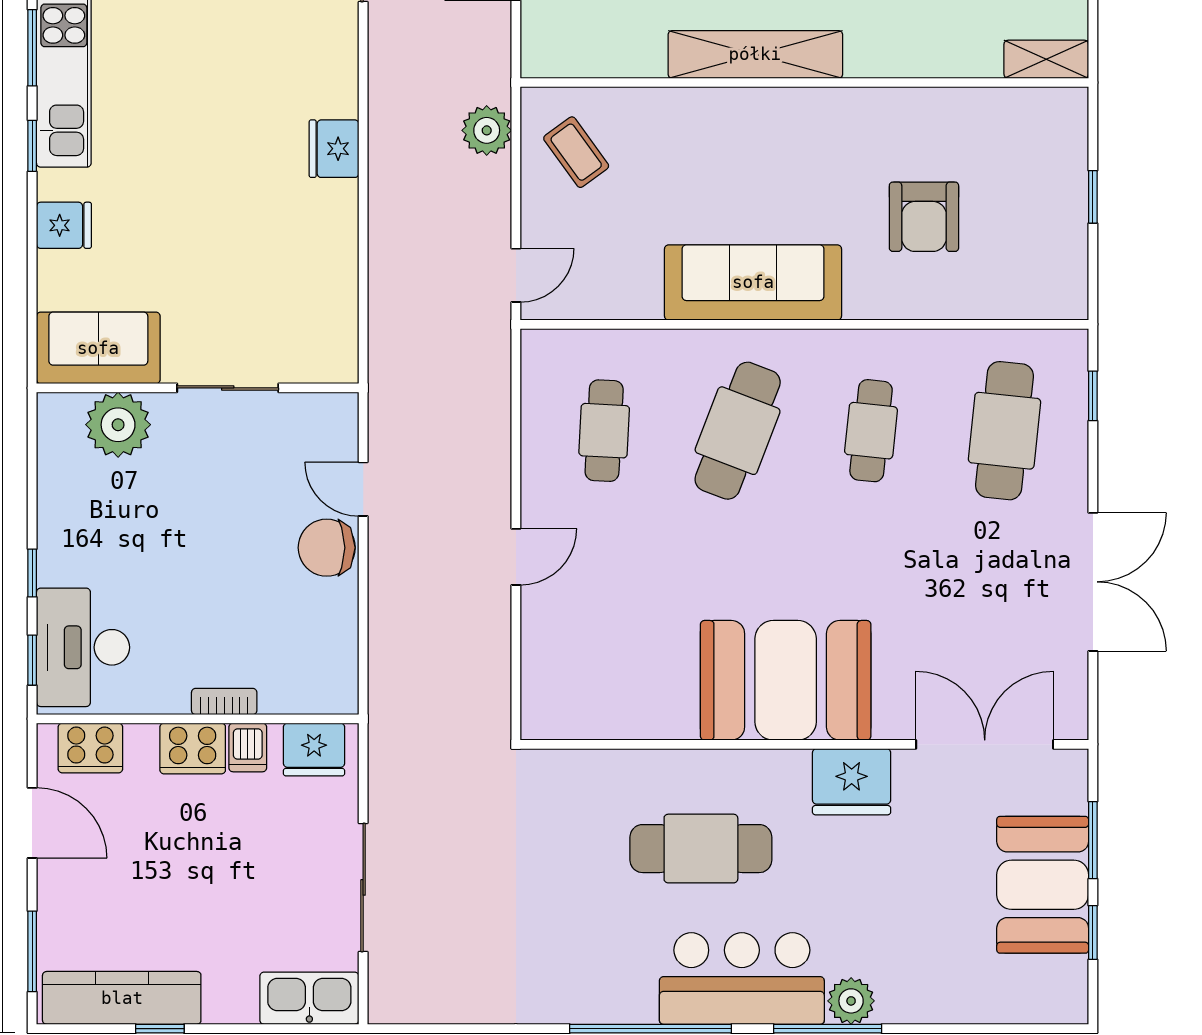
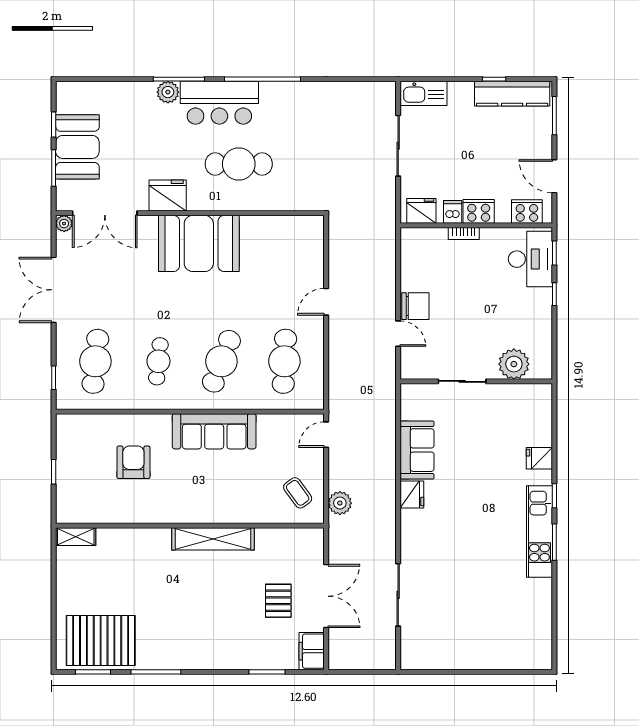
sofa: (98, 348) -> (417, 450), moved, turned -90
cafe table: (604, 431) -> (284, 361), width x1.37, depth x1.35
plant: (1071, 723) -> (64, 224), added

